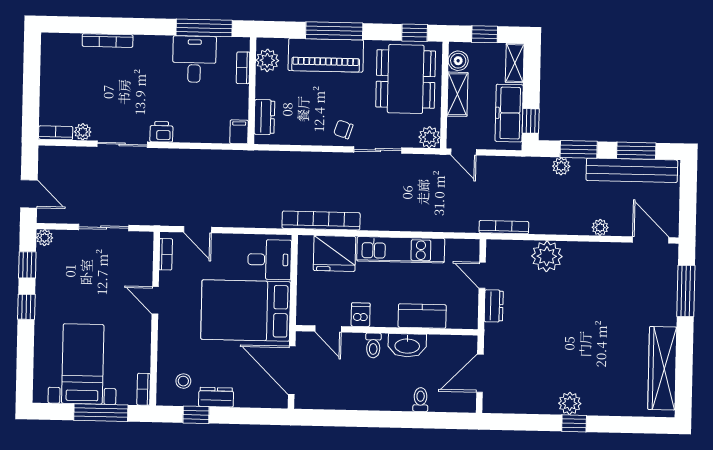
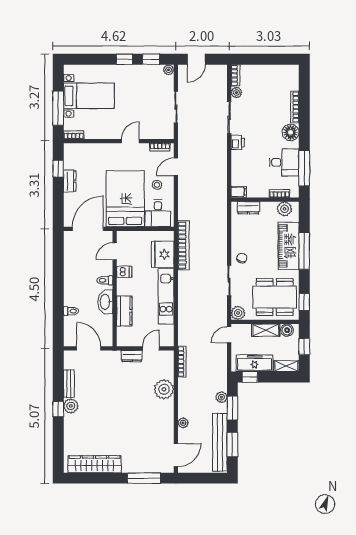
floor lamp: (147, 48) -> (291, 132), added
stool: (183, 381) -> (157, 185), moved
bench: (535, 406) -> (69, 384), added

